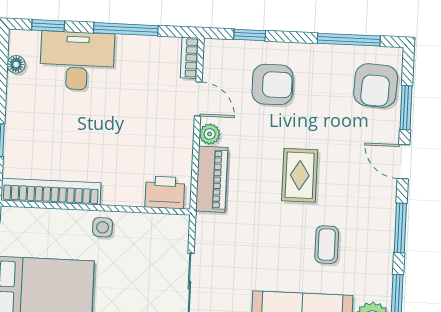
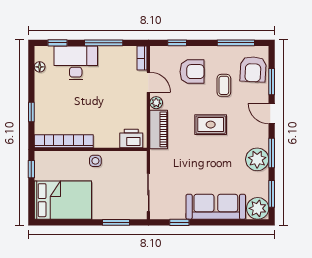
rug: (300, 175) -> (211, 125), turned 90
plant: (375, 238) -> (257, 159), added
coffee table: (327, 245) -> (224, 85), moved

